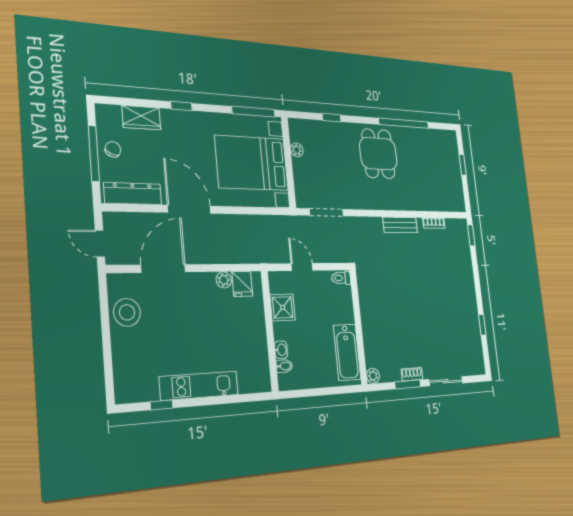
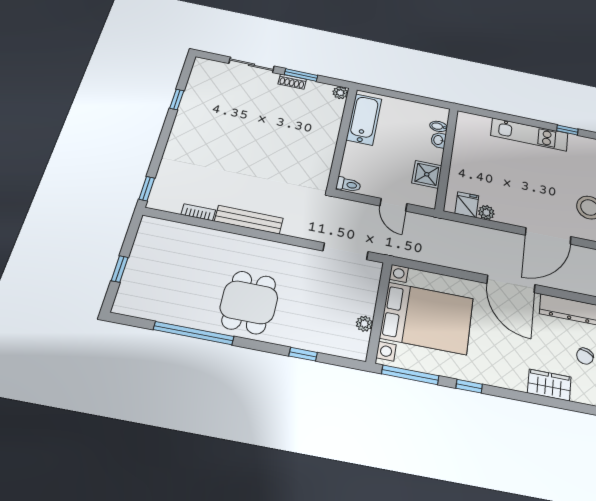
window: (181, 106) -> (469, 386), moved
bench: (400, 225) -> (249, 220), width x1.36

